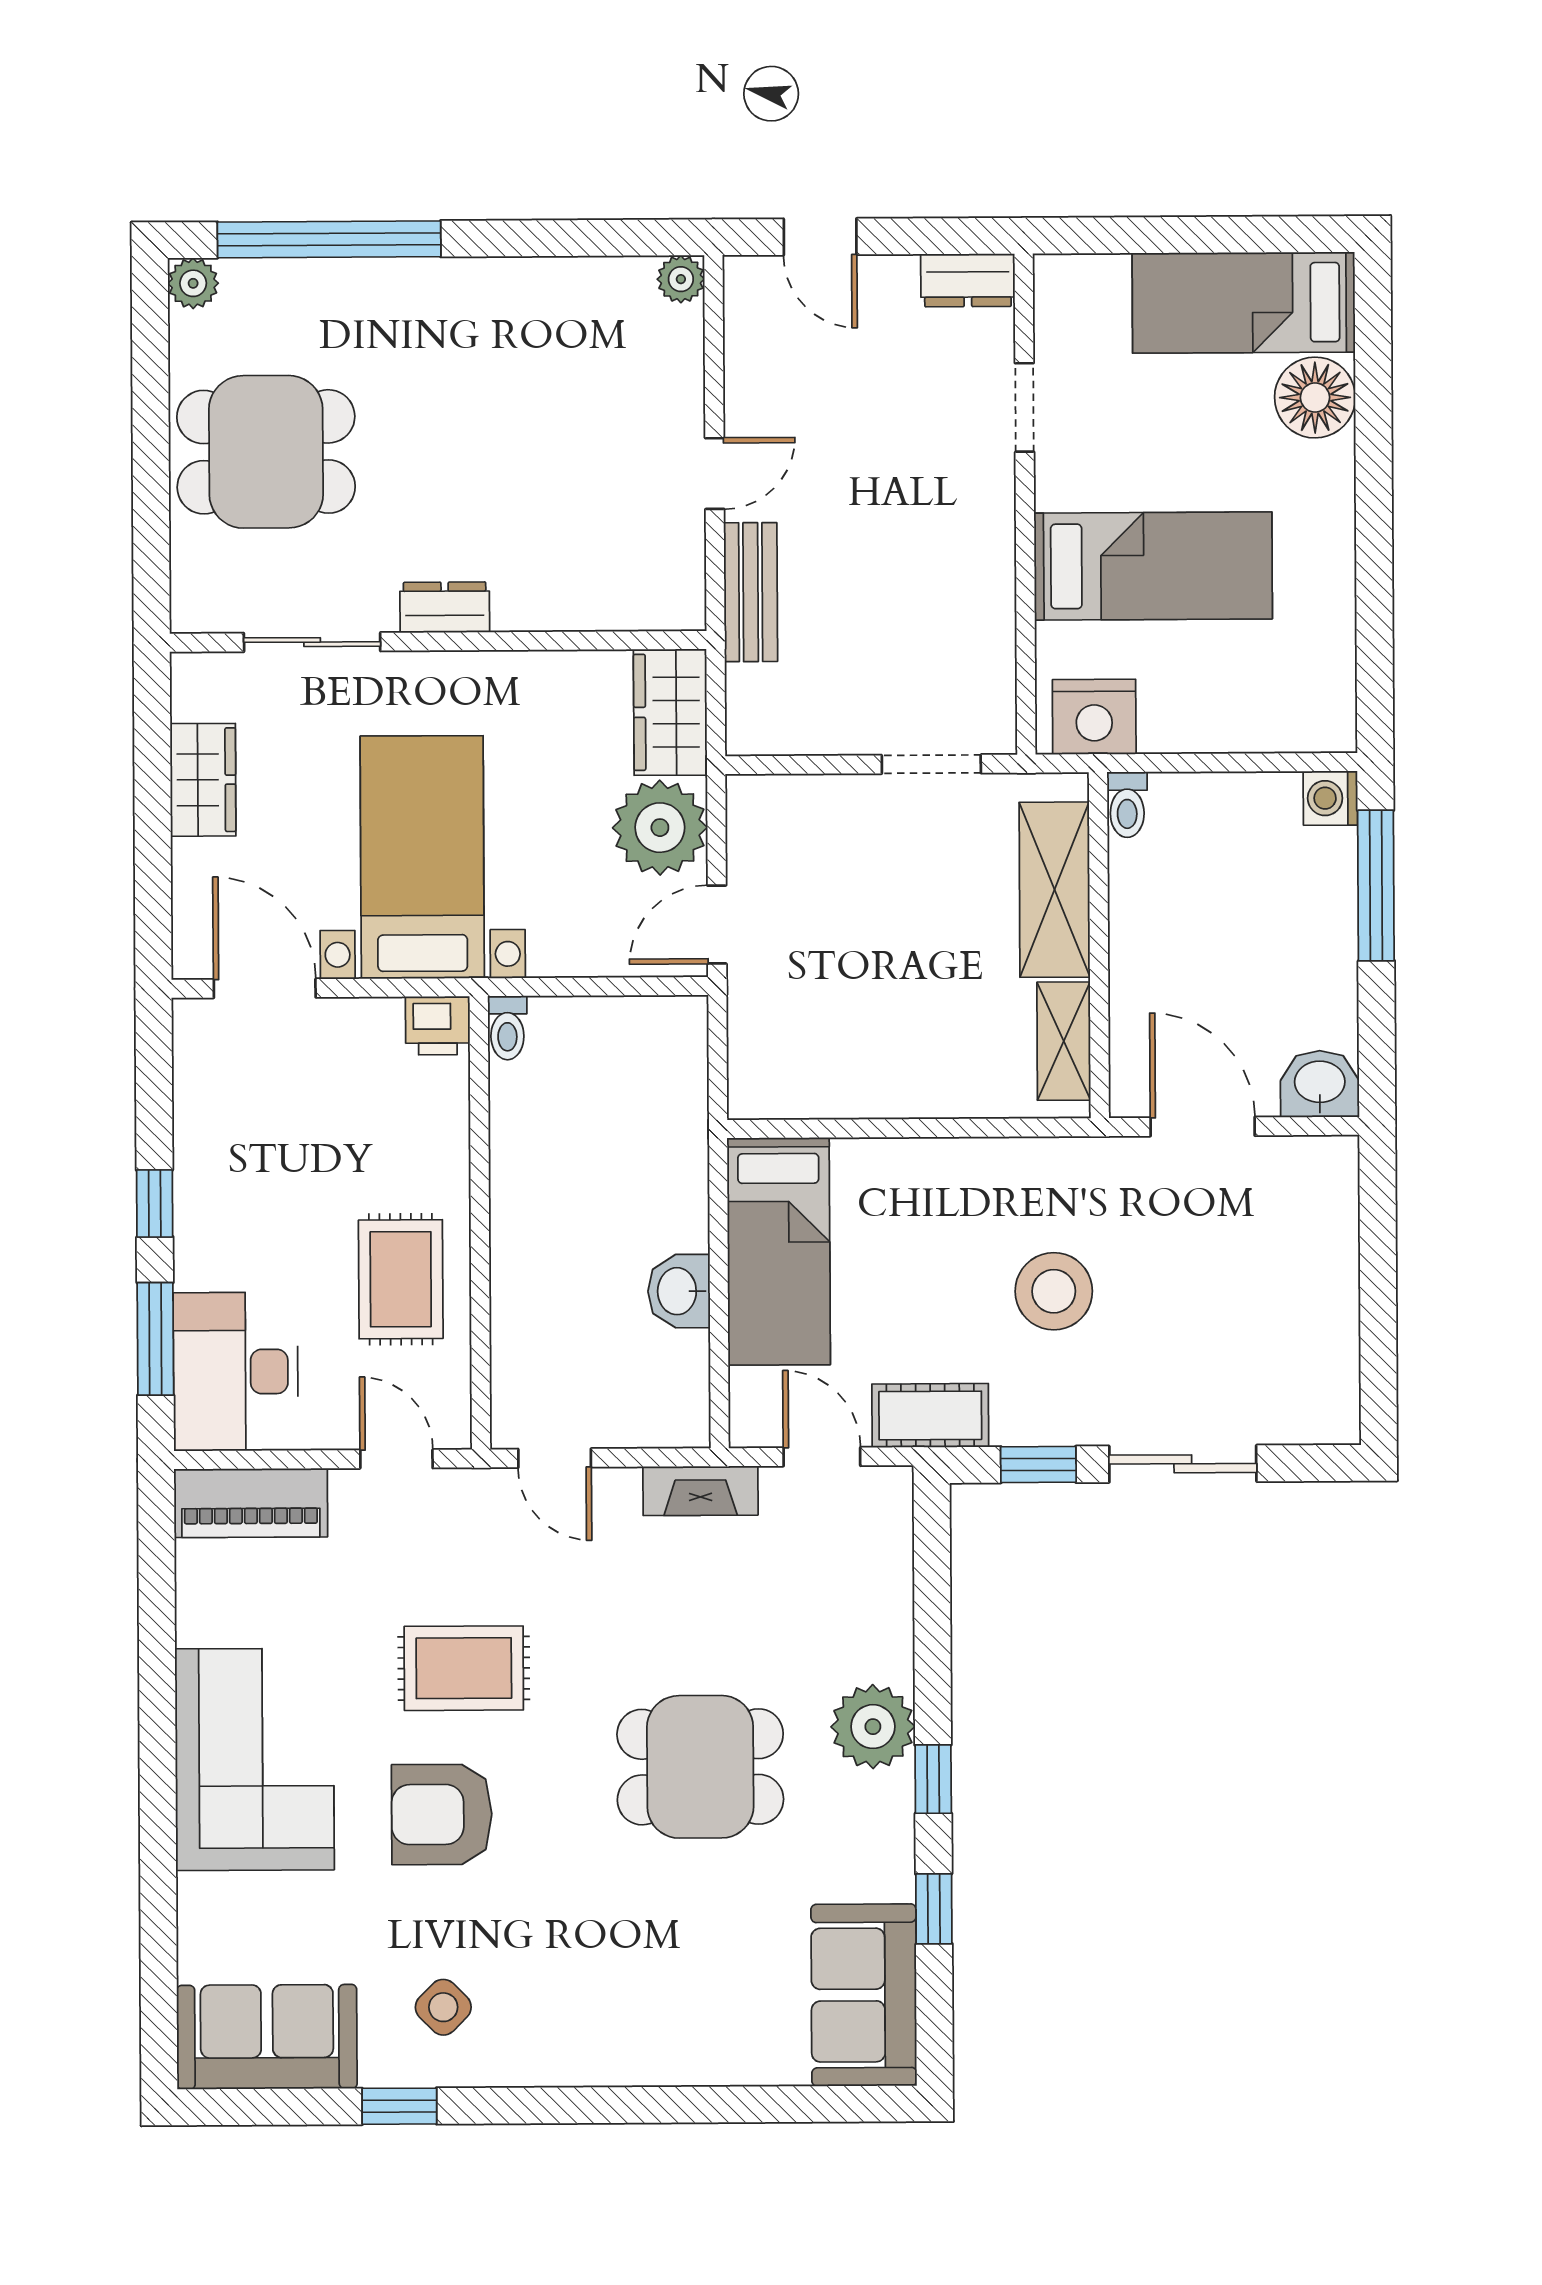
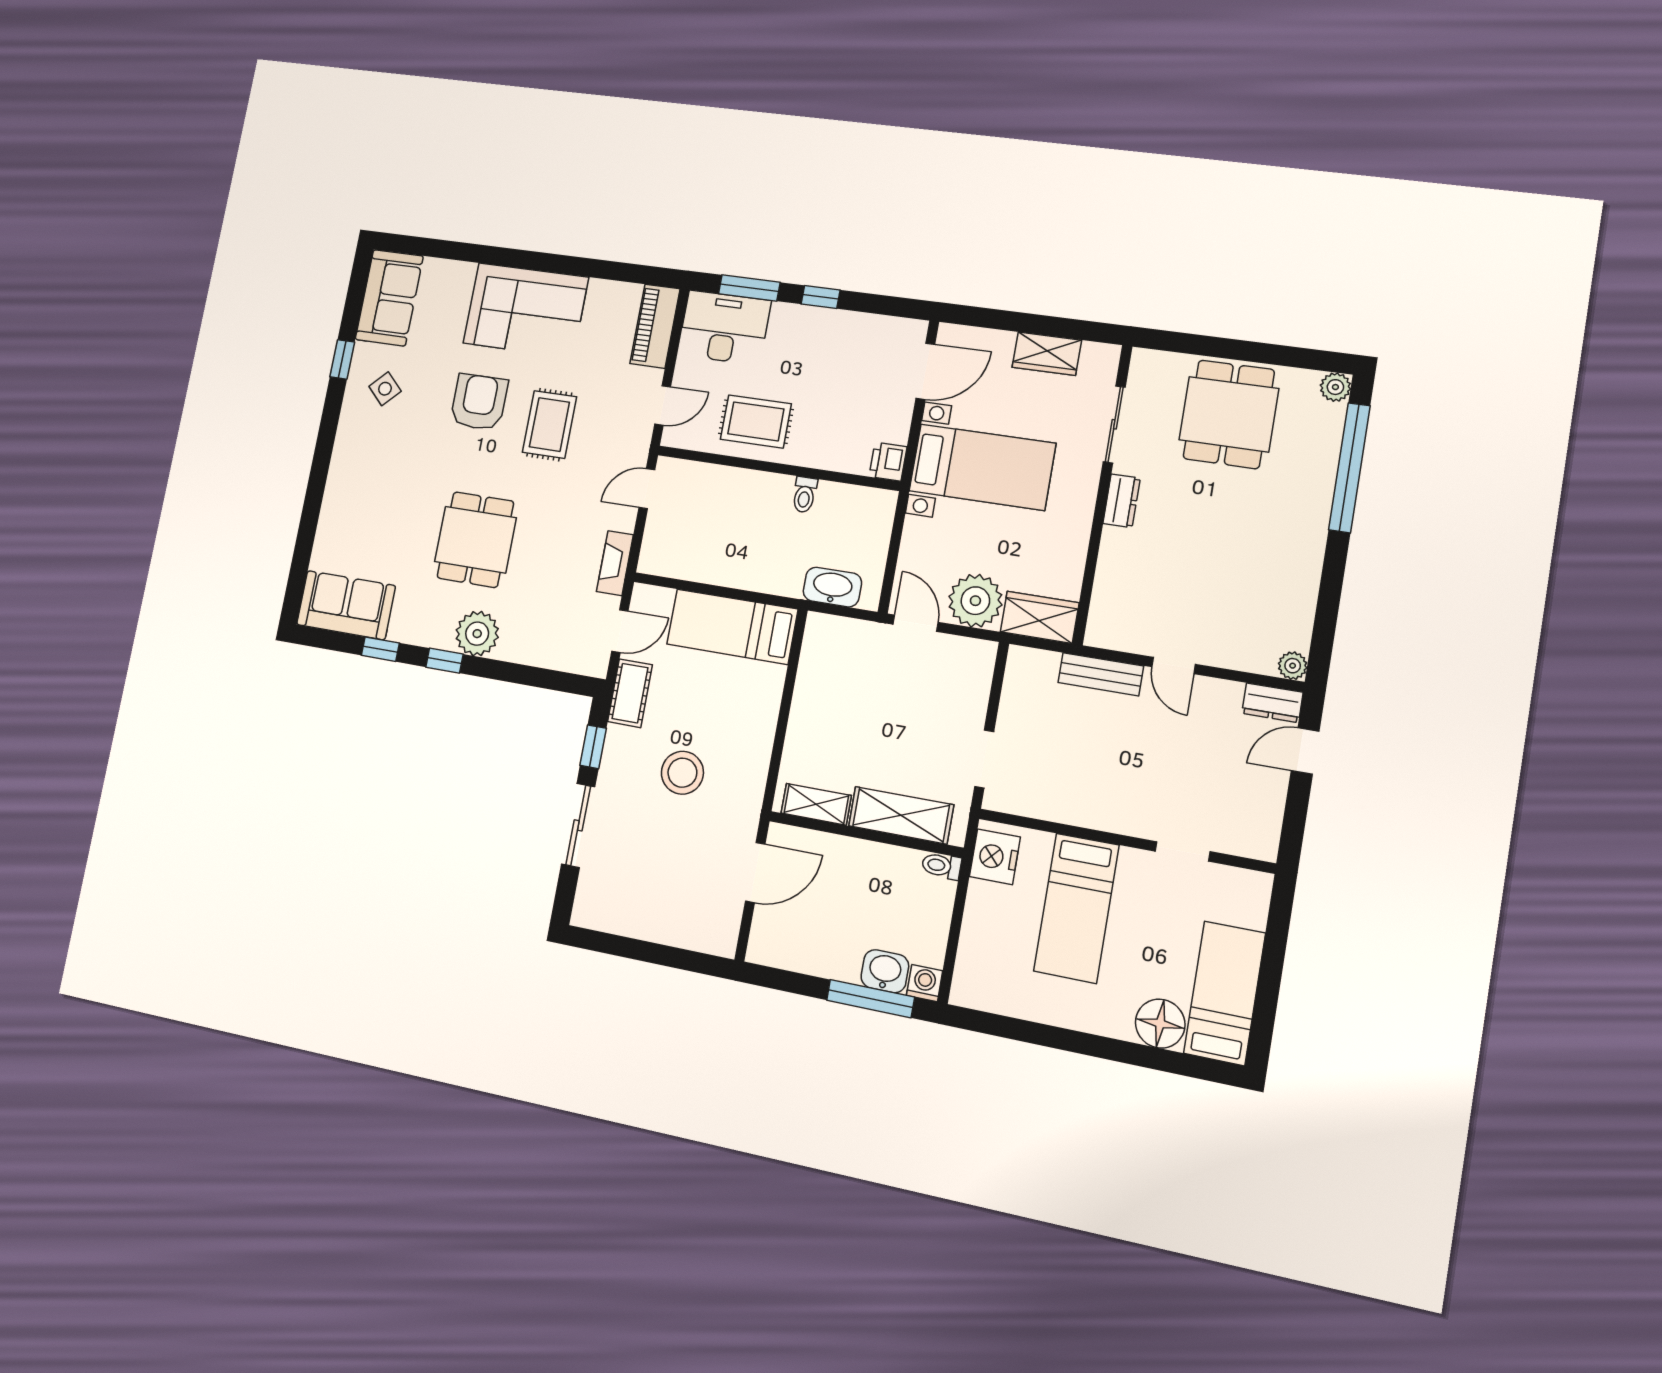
dresser: (968, 280) -> (1272, 703), moved, turned -90
toilet: (507, 1028) -> (805, 495), moved, turned -90
washbasin: (1320, 1084) -> (885, 971), moved, turned -90
washbasin: (679, 1291) -> (832, 587), moved, width x1.38

